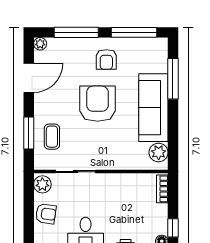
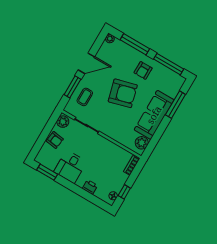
door: (29, 78) -> (86, 63), moved
armchair: (97, 104) -> (123, 93), turned 75

